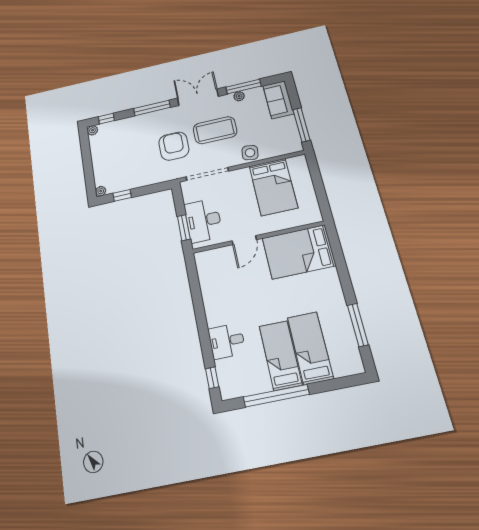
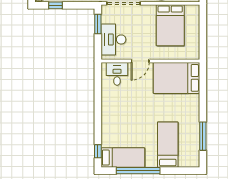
window: (184, 228) -> (98, 24), moved
desk: (227, 341) -> (117, 74), moved, turned 90
bed: (280, 355) -> (123, 158), moved, turned 90

